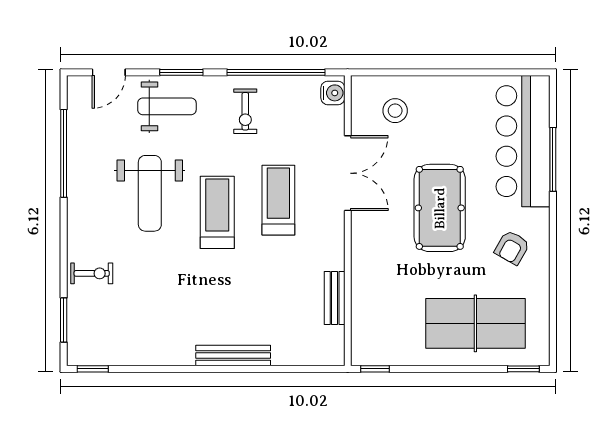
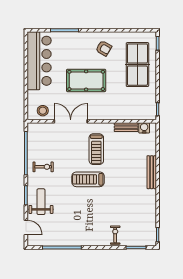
water cooler: (333, 93) -> (144, 128), moved
stool: (395, 111) -> (43, 111), moved
bar counter: (523, 141) -> (39, 61), moved, turned -90
weight bench: (150, 193) -> (80, 209), removed
treadmill: (278, 200) -> (96, 149), moved, turned -90

